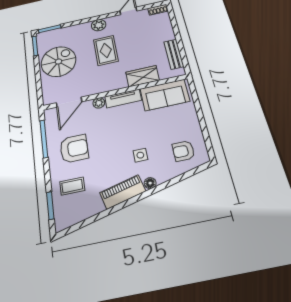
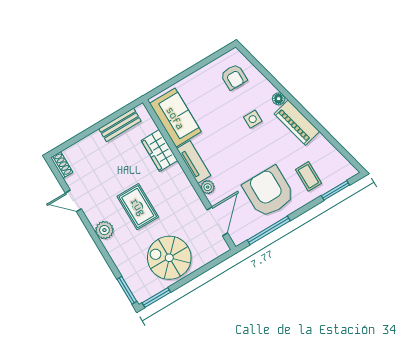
rug: (106, 50) -> (138, 207), turned 90
door: (69, 102) -> (217, 221), hinge flipped
armchair: (74, 149) -> (269, 192), width x1.36, depth x1.36

